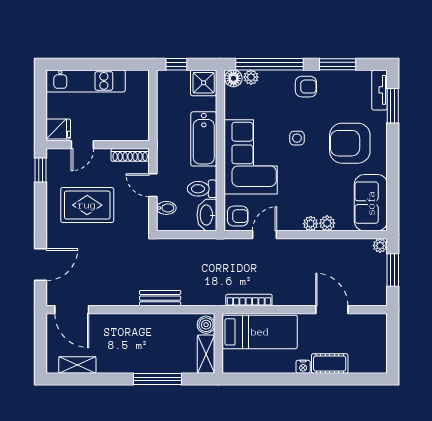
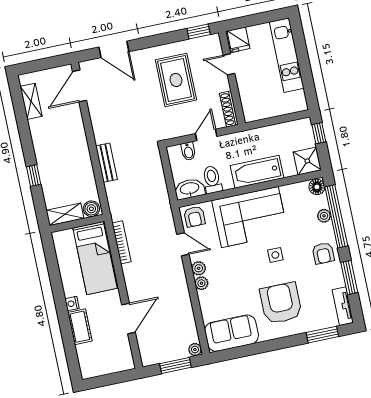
plant: (251, 77) -> (324, 216), moved
tv unit: (379, 90) -> (343, 306), moved, turned -90
plant: (327, 223) -> (199, 268), moved
window: (157, 379) -> (34, 176), width x0.46

